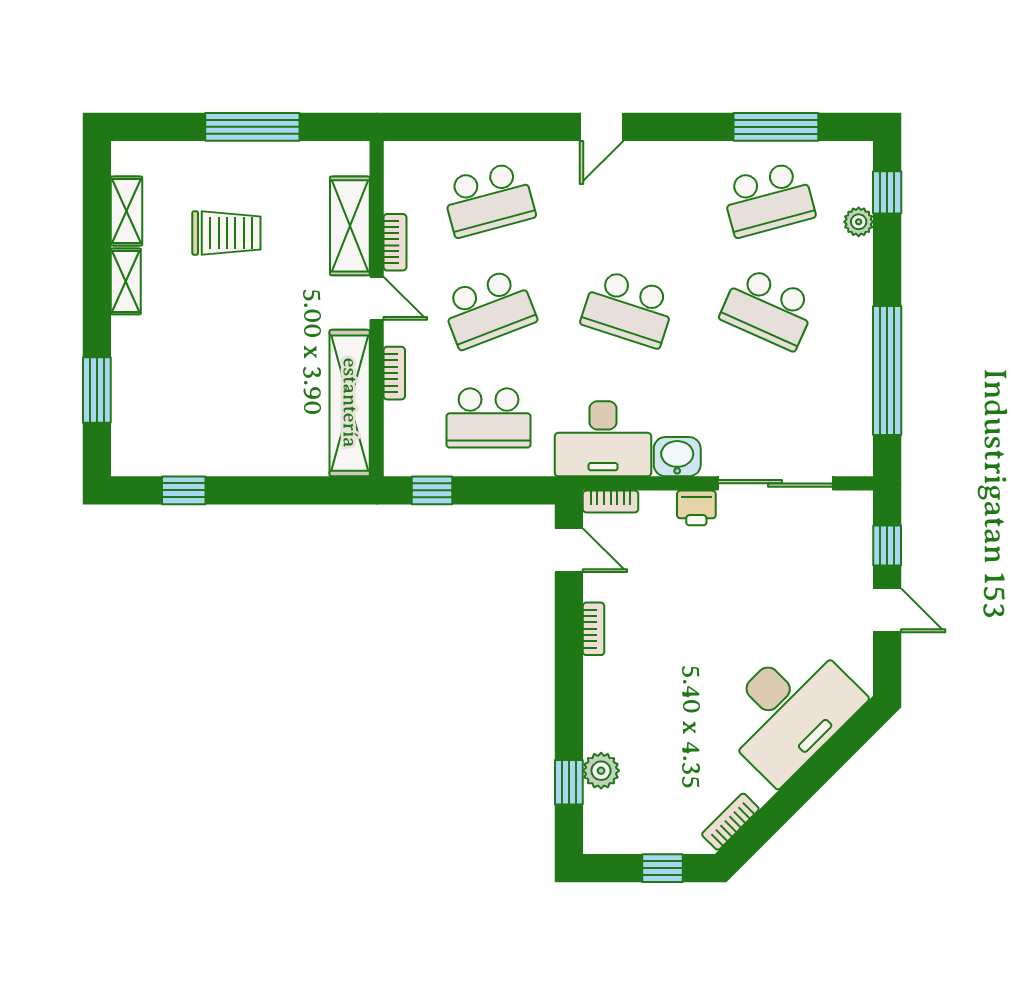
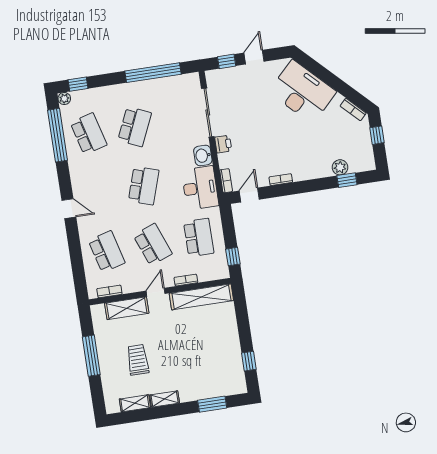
window: (776, 127) -> (58, 135), width x1.46
plant: (859, 222) -> (64, 99), moved
bookcase: (395, 242) -> (109, 291), moved

